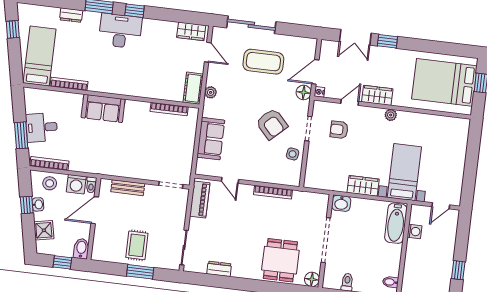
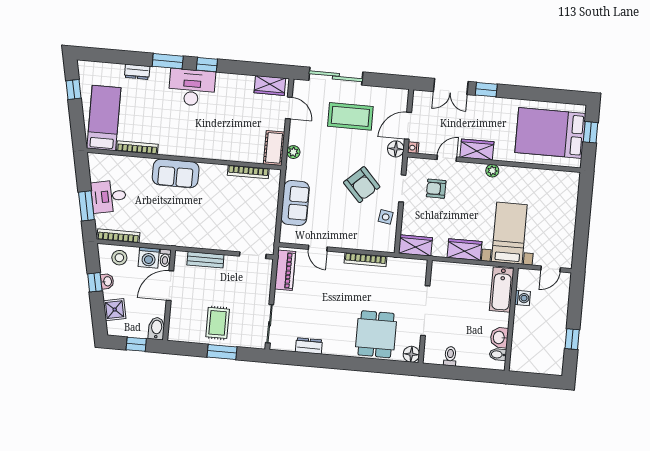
wardrobe: (319, 181) -> (415, 245), added
washbasin: (341, 203) -> (499, 338), moved, turned 90

